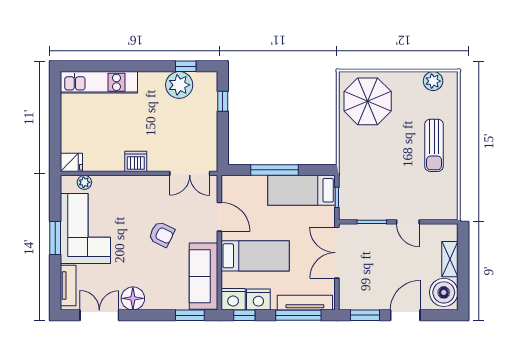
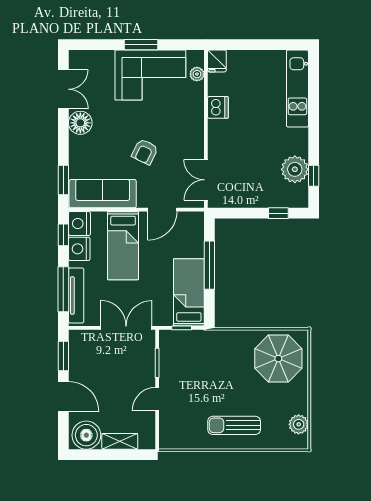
dishwasher: (136, 161) -> (218, 107), moved
tv unit: (68, 285) -> (93, 58), removed

